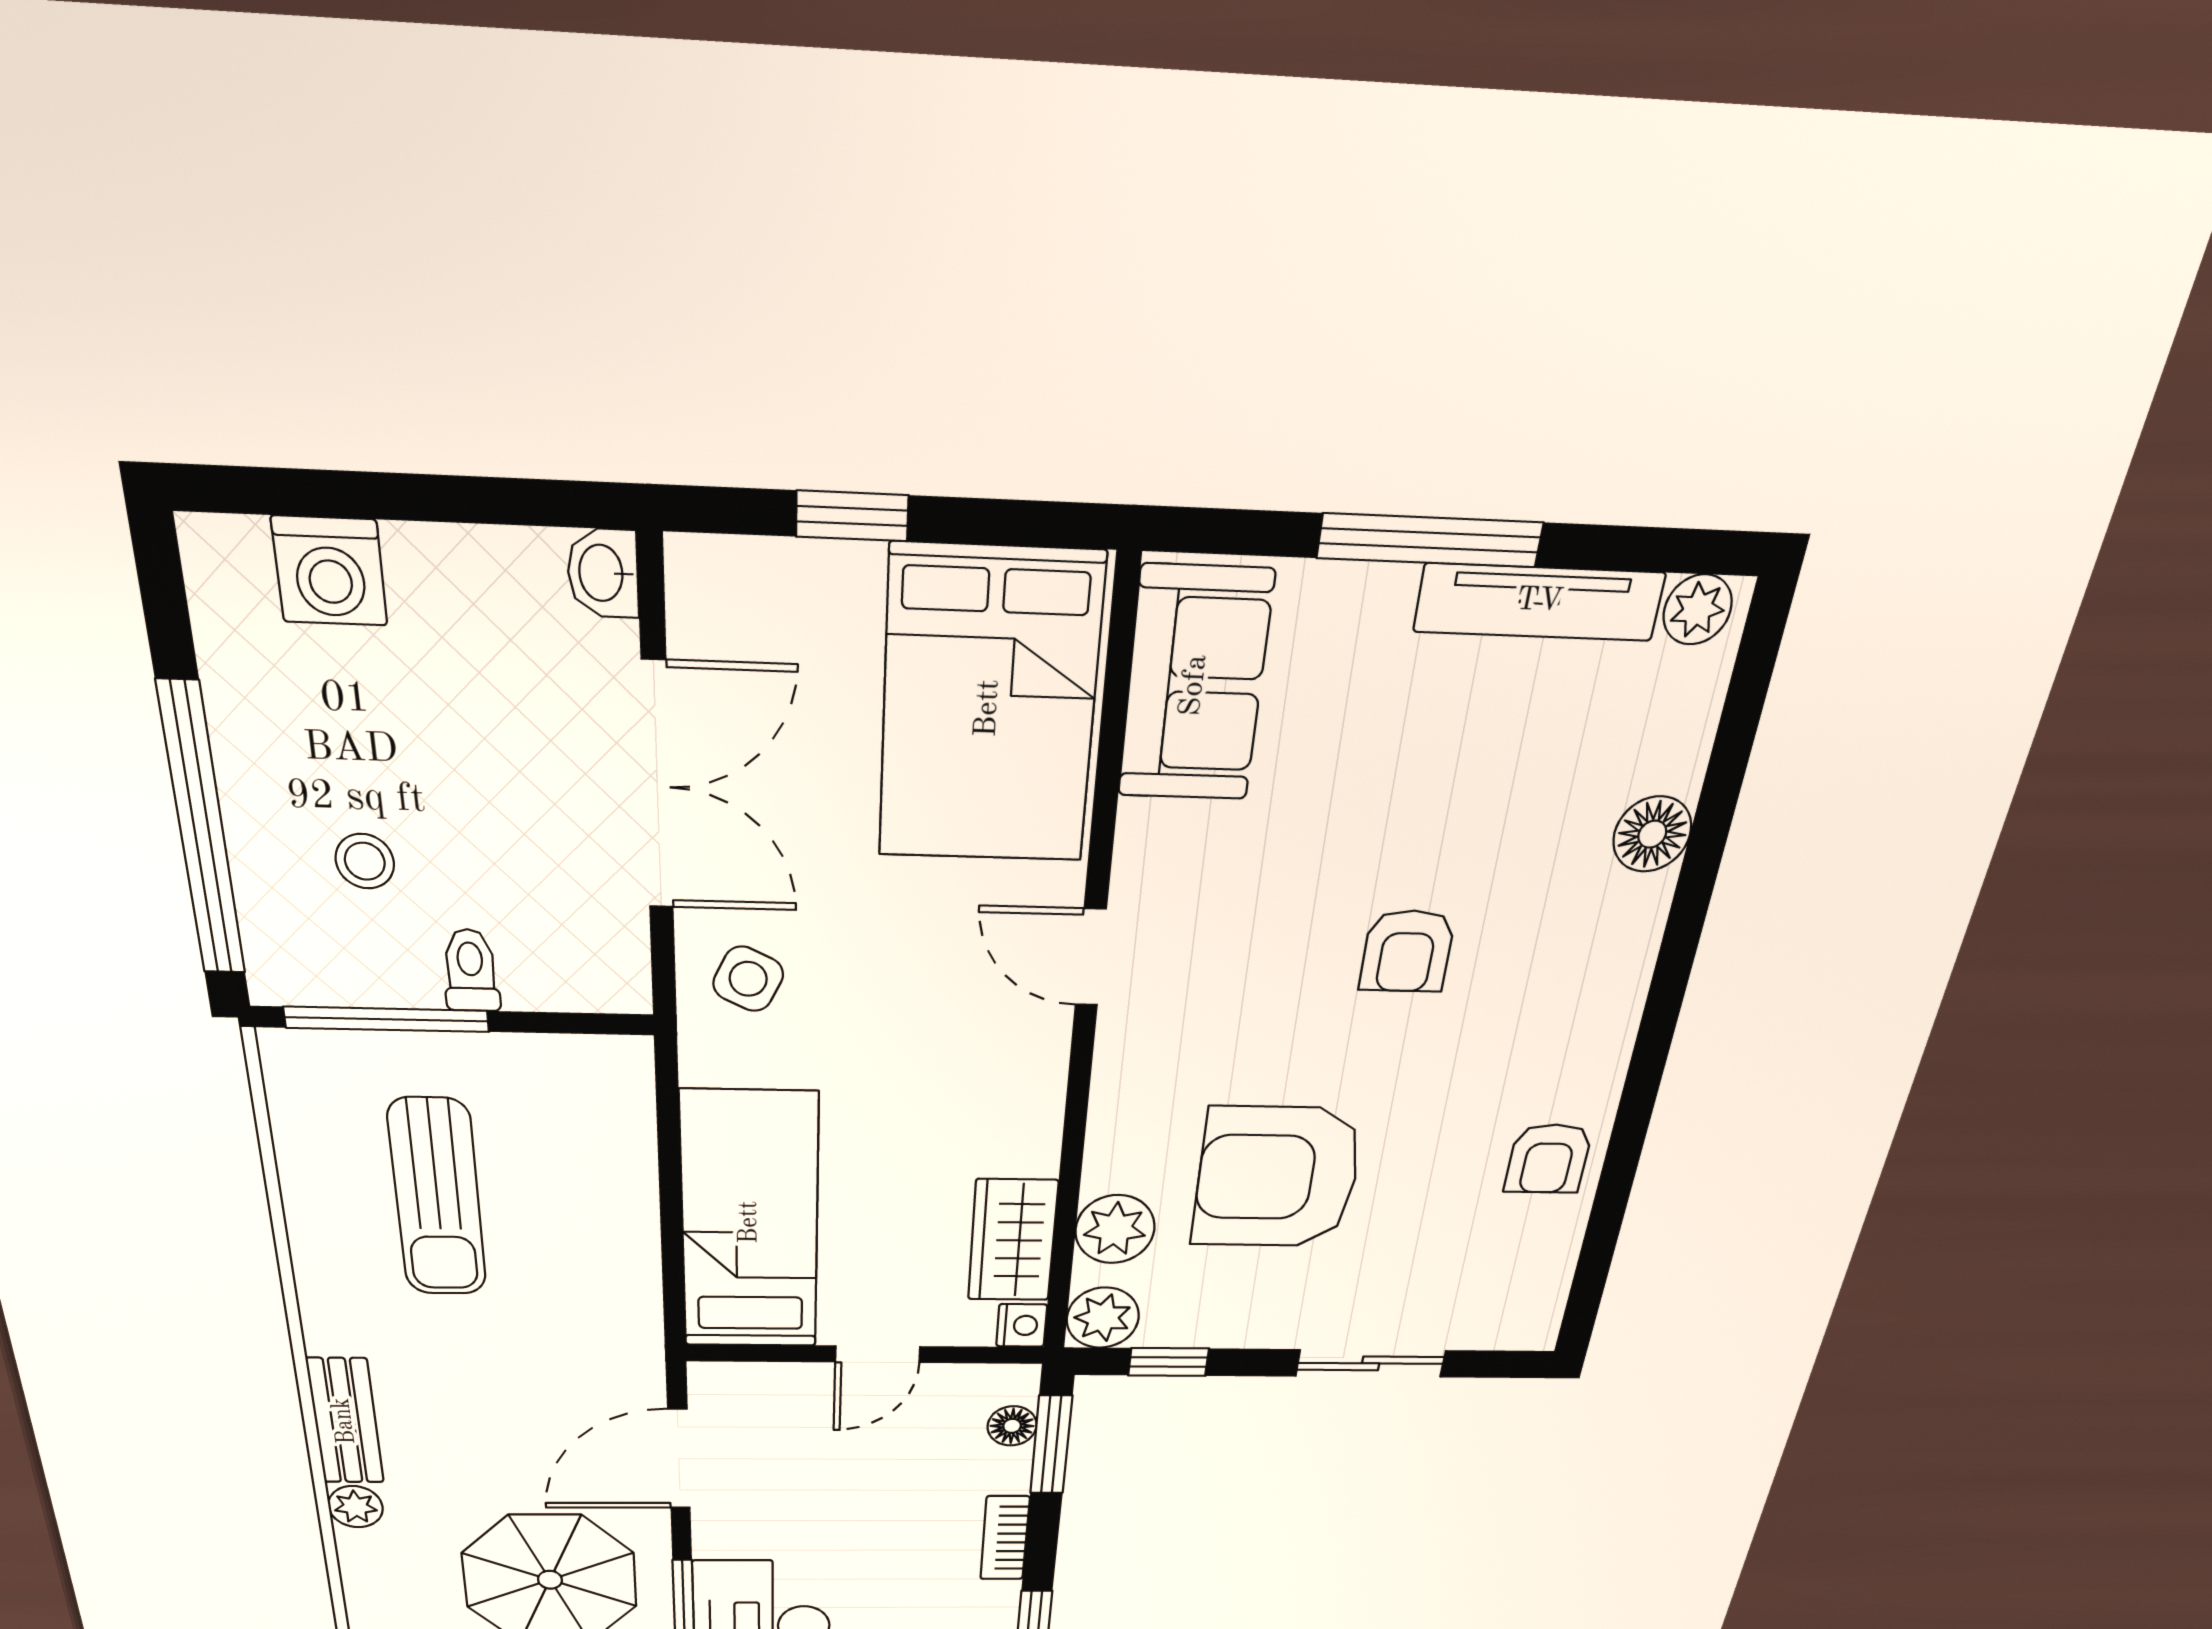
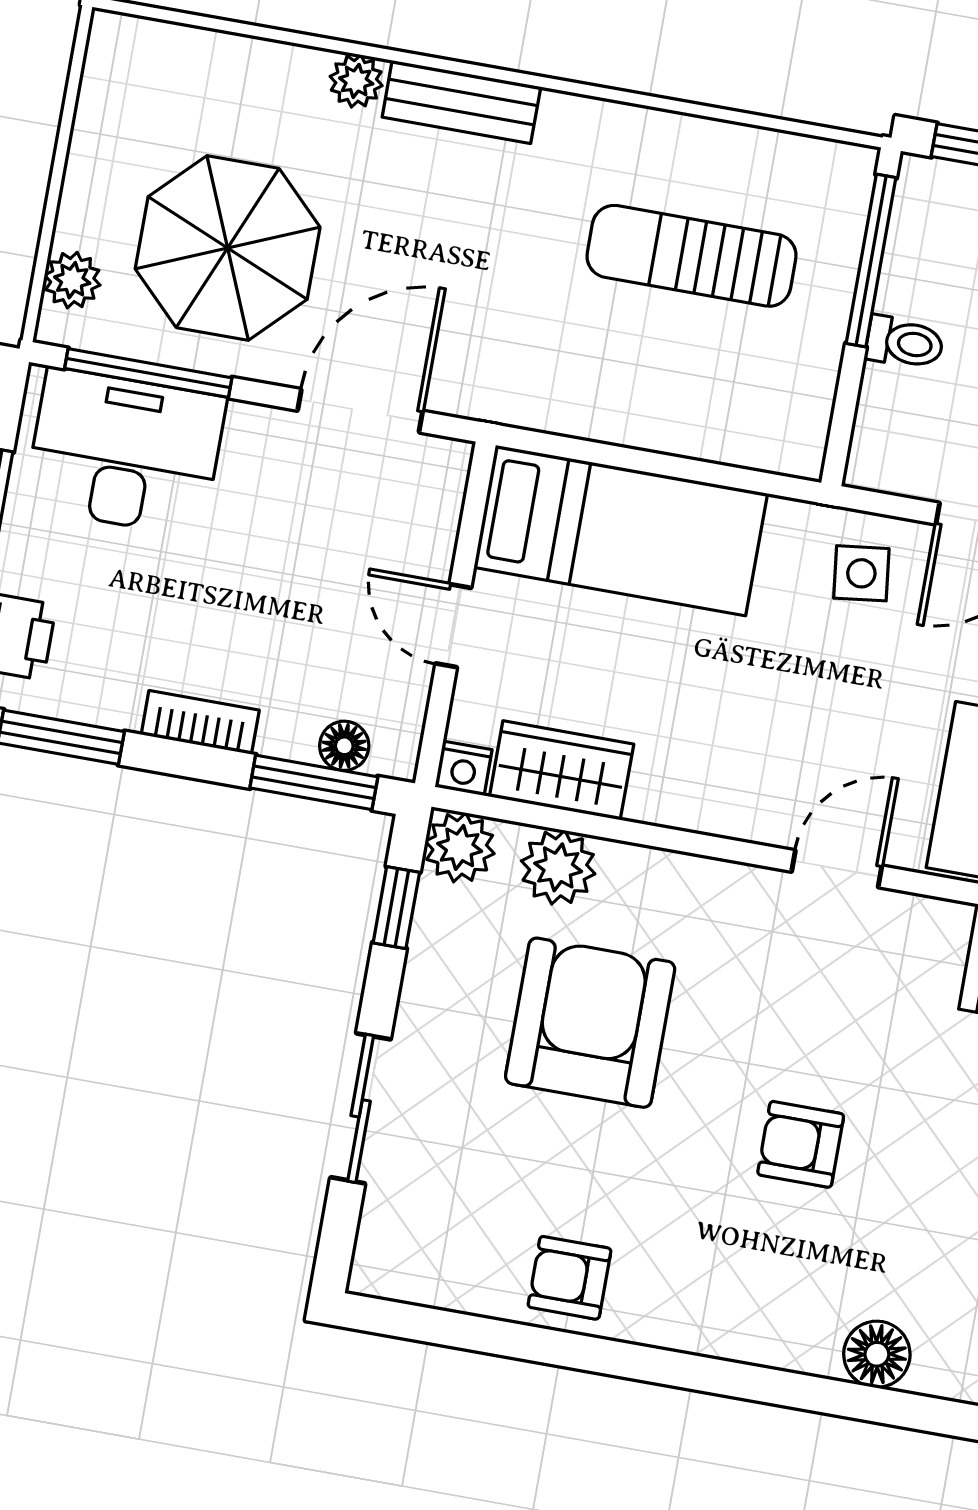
side table: (748, 979) -> (861, 573), turned -33
door: (679, 1459) -> (360, 411), hinge flipped

